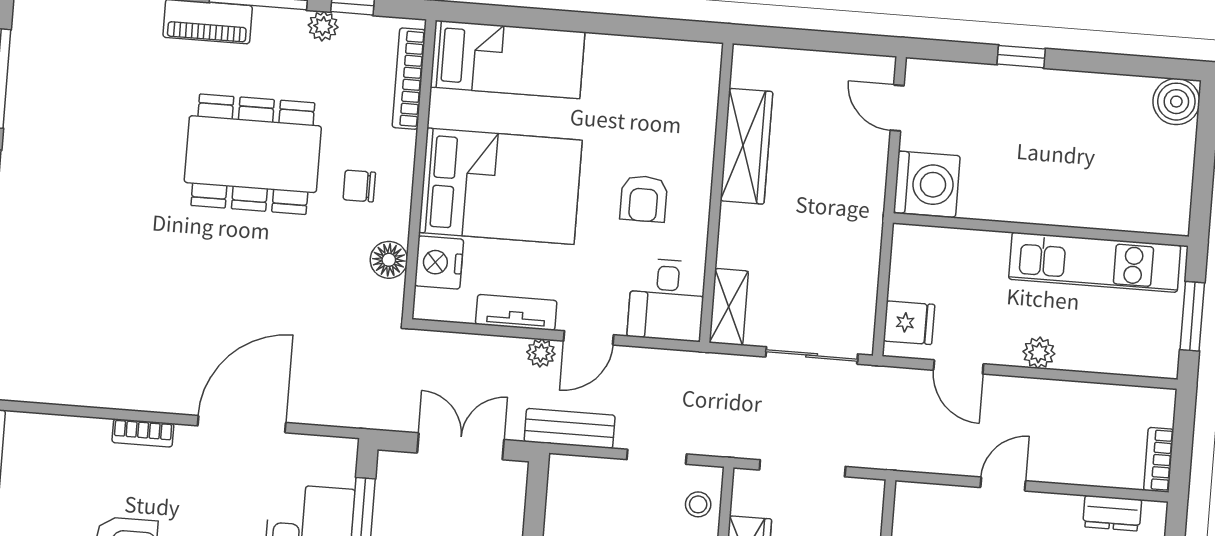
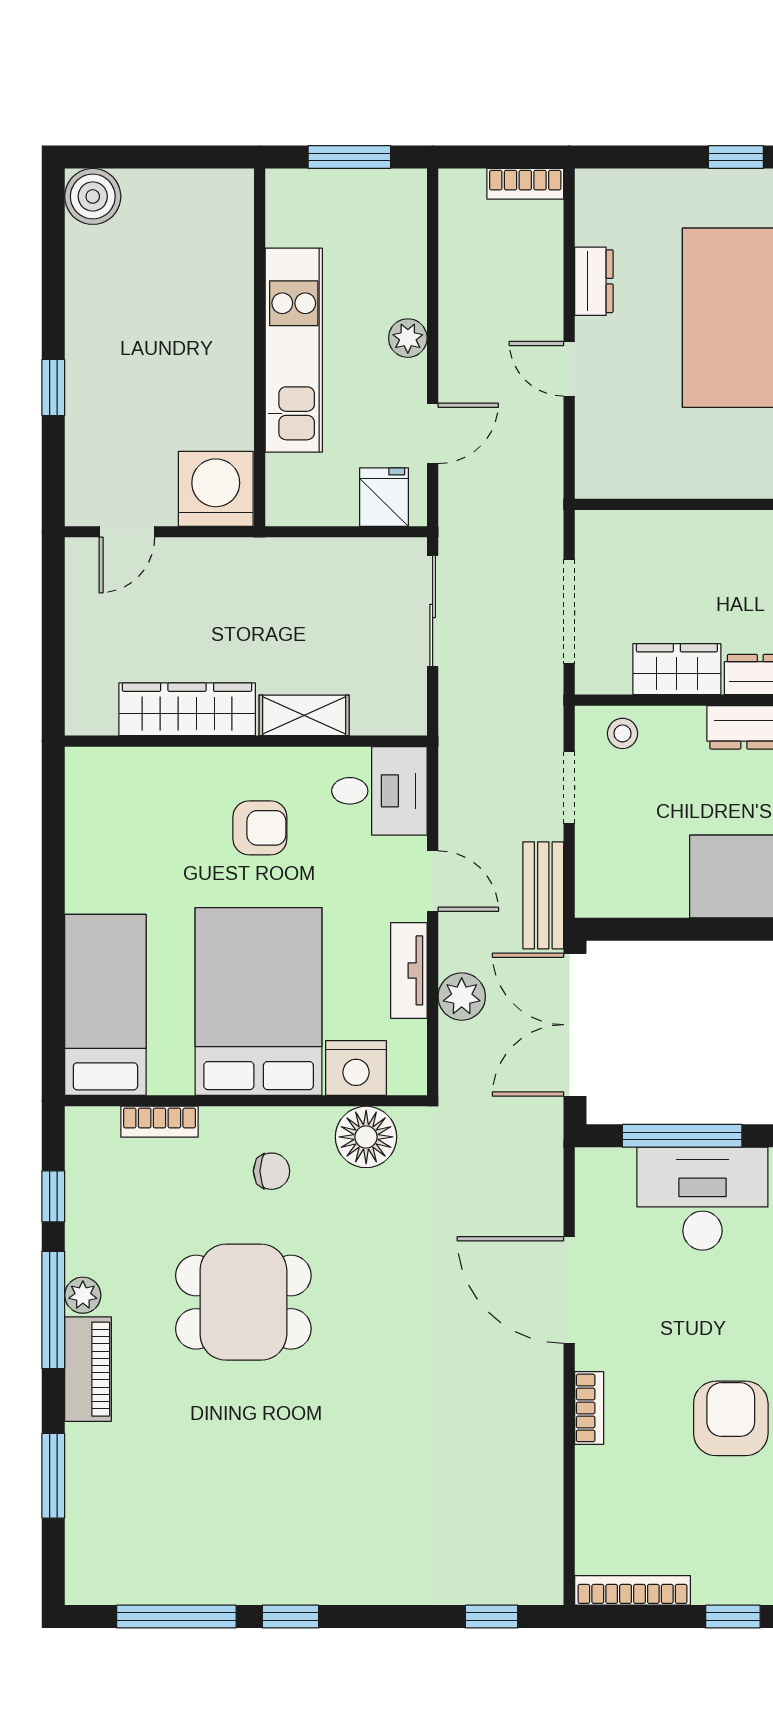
plant: (323, 26) -> (83, 1295), moved
bookcase: (409, 79) -> (159, 1122), width x0.64
dining table: (253, 154) -> (243, 1302), width x0.73
chair: (359, 186) -> (272, 1171), turned -90
floor lamp: (389, 260) -> (366, 1137), width x1.38, depth x1.38
kitchen unit: (1095, 262) -> (294, 350), moved
shelving: (729, 307) -> (304, 715), moved
plant: (541, 353) -> (462, 997), moved, width x1.38, depth x1.38
double door: (461, 446) -> (575, 1025), width x1.37
dresser: (1112, 513) -> (594, 281), moved

